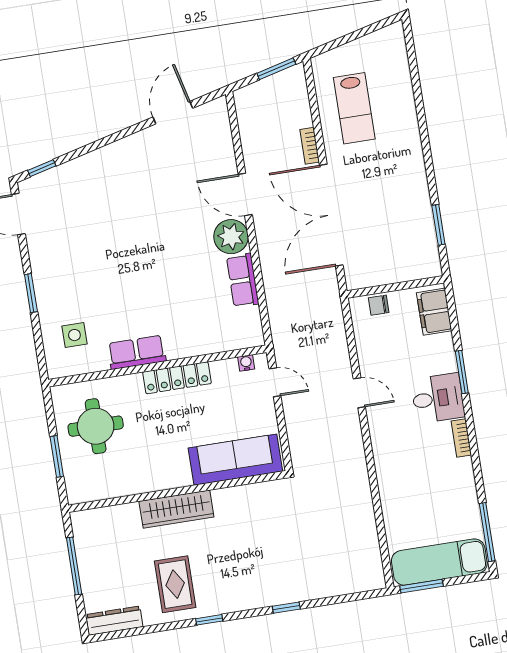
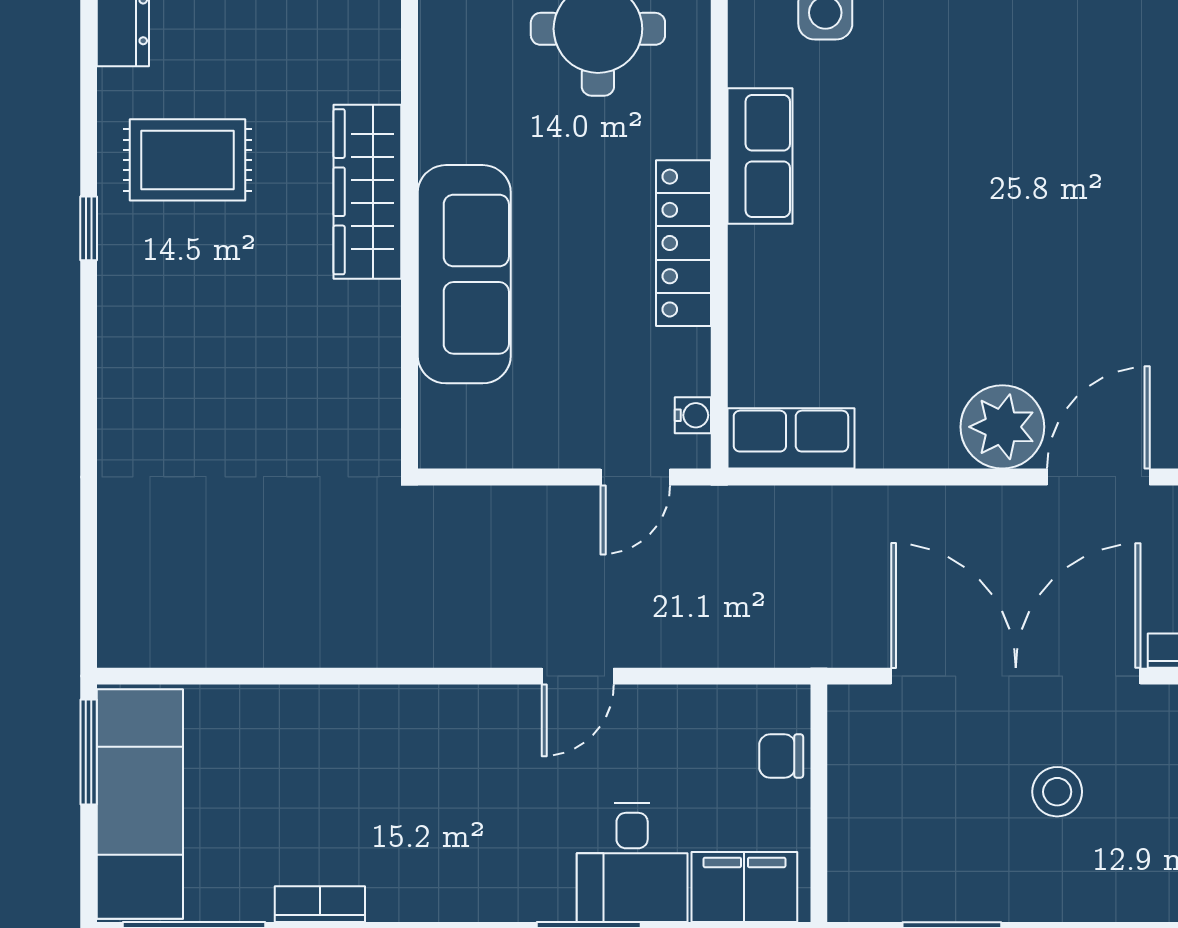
stool: (375, 191) -> (1057, 792), added
row of seats: (243, 280) -> (791, 438), moved
chair: (379, 305) -> (781, 756), turned -90
desk: (438, 398) -> (632, 863), moved
bookcase: (461, 438) -> (320, 904), moved
sofa: (235, 460) -> (464, 274), moved
window: (286, 608) -> (89, 418), removed

